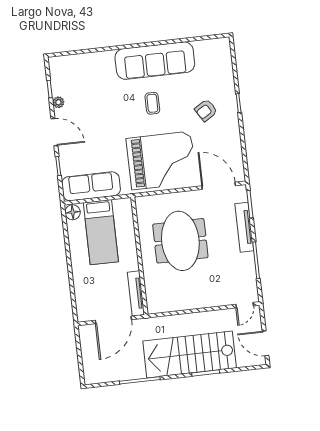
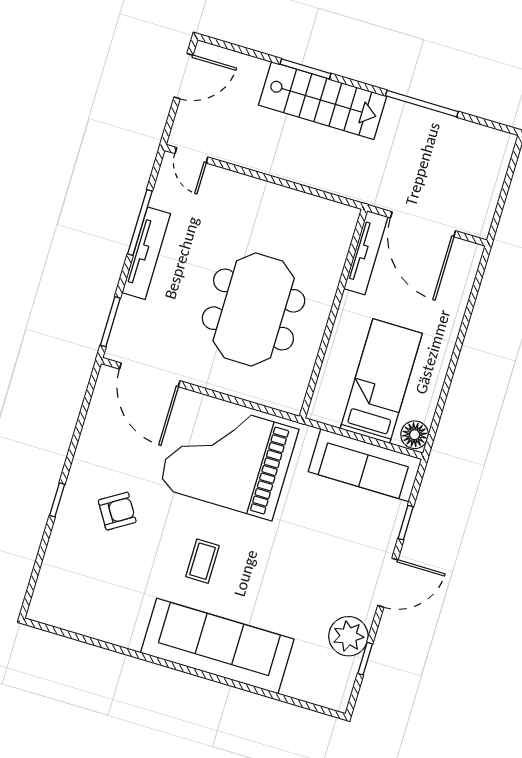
sofa: (155, 61) -> (217, 646), moved
plant: (58, 102) -> (348, 636), width x1.87, depth x1.87
door: (54, 132) -> (388, 583), swing flipped
tv unit: (244, 227) -> (146, 253), moved
door: (245, 305) -> (191, 155), swing flipped
door: (113, 320) -> (423, 224), swing flipped
door: (265, 343) -> (184, 76), hinge flipped
stairs: (190, 354) -> (323, 101), width x0.73, depth x0.66

